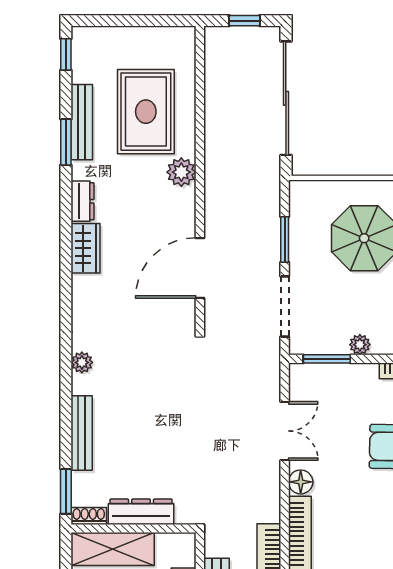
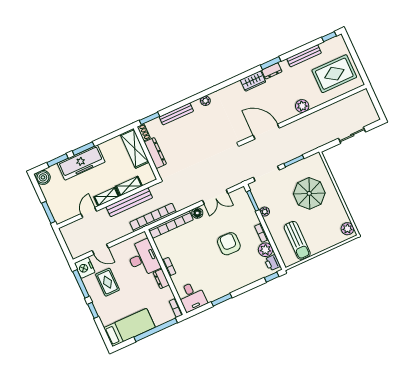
window: (245, 21) -> (376, 104), removed
sliding door: (286, 98) -> (352, 135), width x0.54
rug: (146, 112) -> (334, 74), moved
window: (66, 142) -> (271, 63), moved

